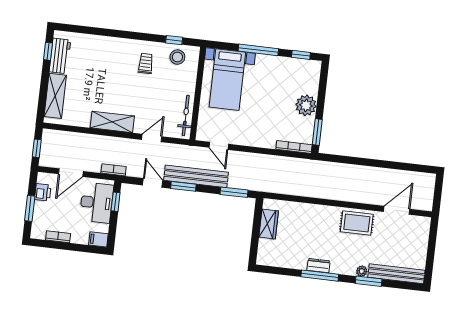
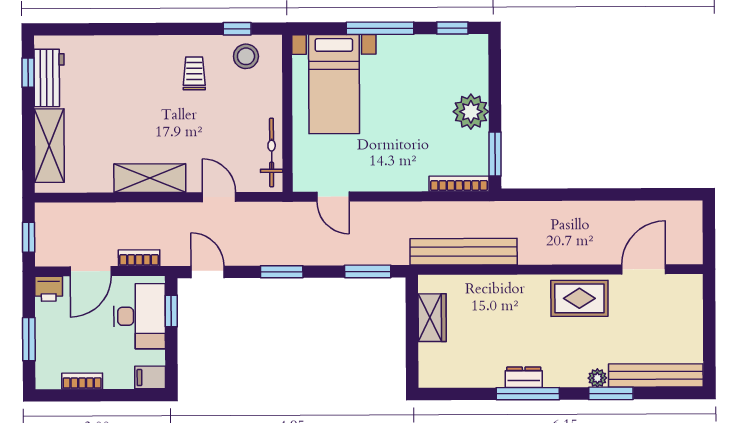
door: (152, 138) -> (219, 197), hinge flipped
bookcase: (114, 170) -> (139, 258), moved
bench: (196, 176) -> (464, 252), moved
door: (153, 183) -> (208, 272), moved
printer: (43, 192) -> (49, 289), moved, turned 90

